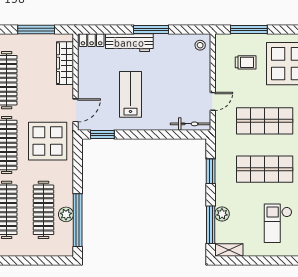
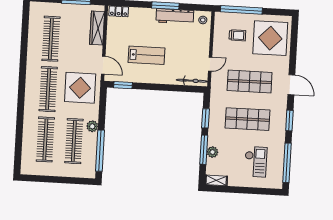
window: (249, 29) -> (241, 10), width x1.46
workbench: (129, 43) -> (175, 16), moved
lab bench: (130, 94) -> (147, 55), turned 90
door: (76, 110) -> (103, 65), hinge flipped
plant: (66, 214) -> (92, 126), moved
checkout: (278, 223) -> (256, 162), turned 180
window: (211, 225) -> (204, 150), moved

